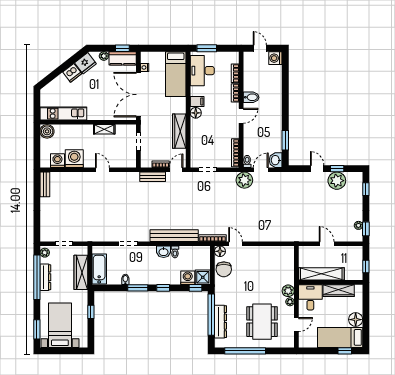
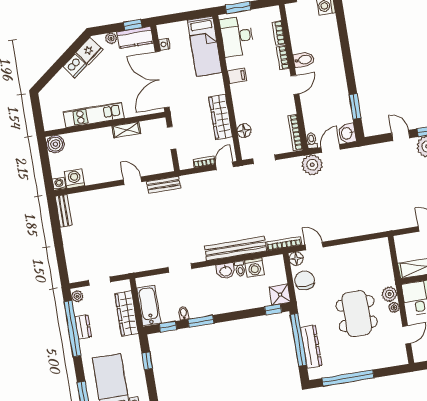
floor lamp: (196, 113) -> (244, 131), moved
kitchen unit: (63, 114) -> (94, 115), moved
washing machine: (74, 159) -> (59, 184), moved, width x0.53, depth x0.53
bench: (153, 177) -> (164, 185), moved
chair: (224, 269) -> (305, 280), turned 180
dresser: (45, 277) -> (83, 327), width x0.70
washing machine: (188, 278) -> (254, 267), moved, turned 180
window: (163, 288) -> (168, 327), moved
dining table: (262, 322) -> (357, 314), moved

